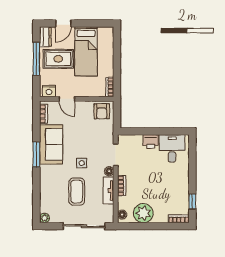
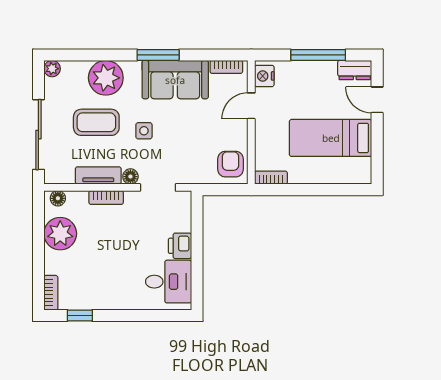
rug: (58, 59) -> (318, 91), removed
armchair: (102, 111) -> (230, 164), turned 90
plant: (50, 186) -> (106, 78), added

